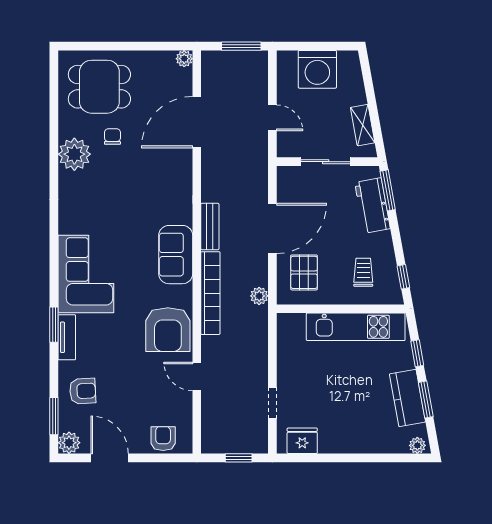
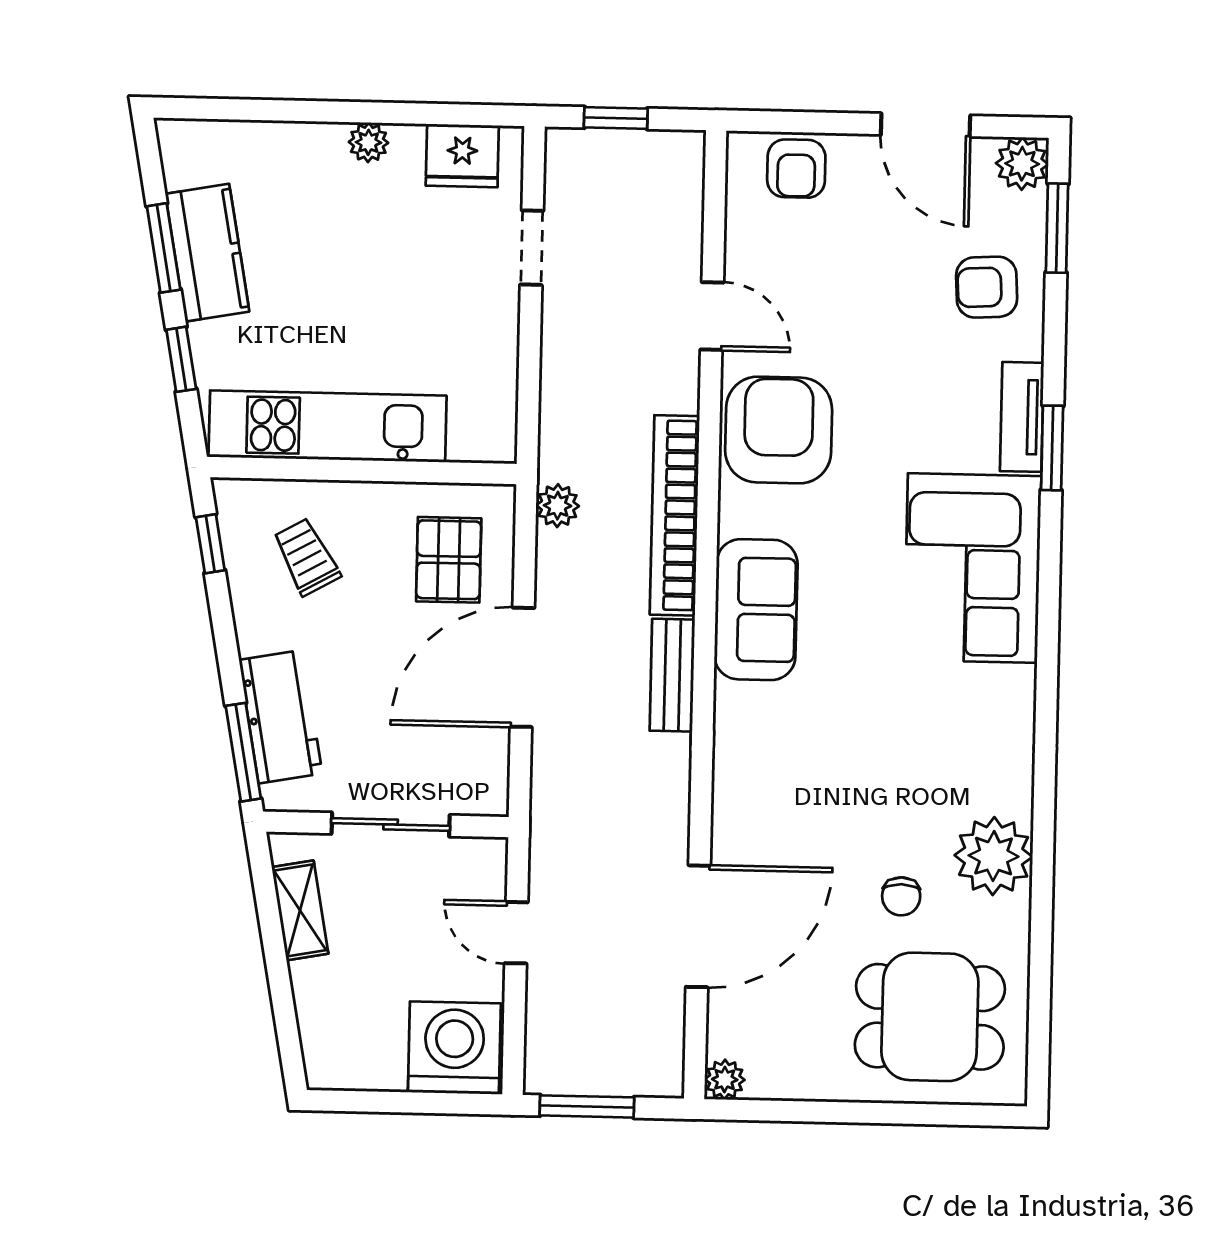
washing machine: (317, 69) -> (454, 1048), moved
trolley: (363, 272) -> (306, 557), turned 151
plant: (417, 445) -> (368, 142), moved

